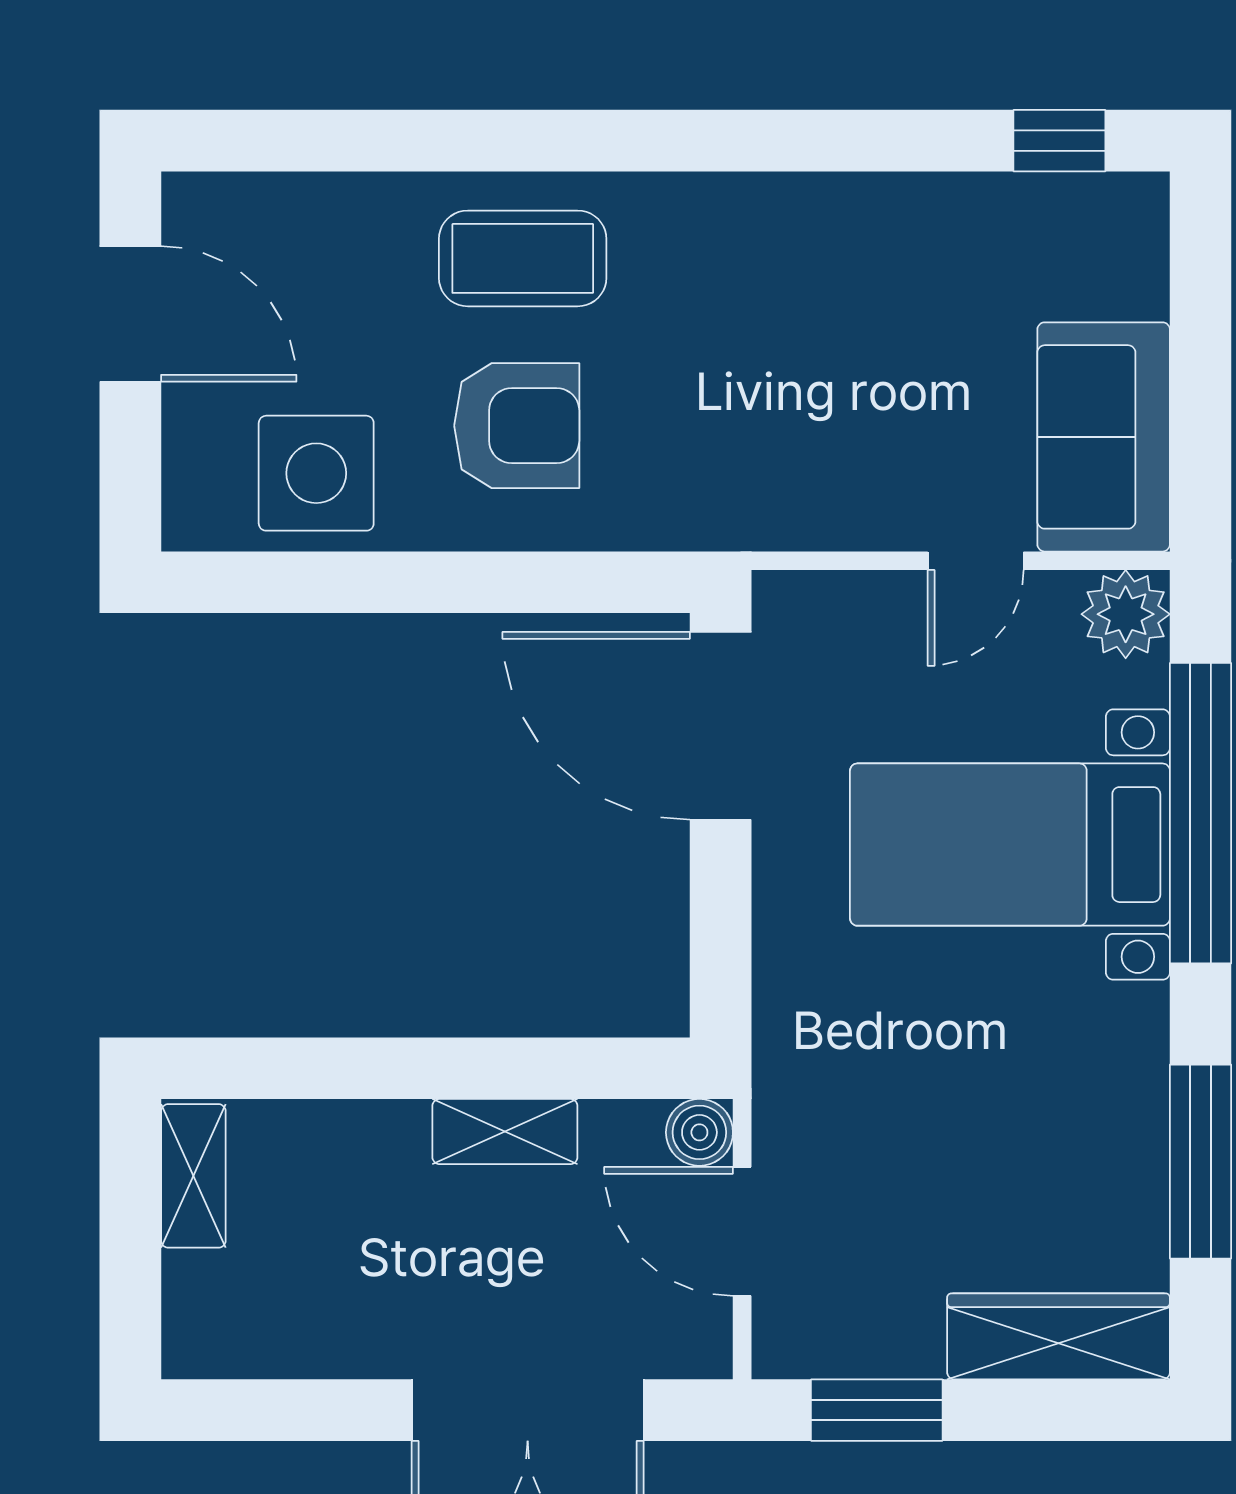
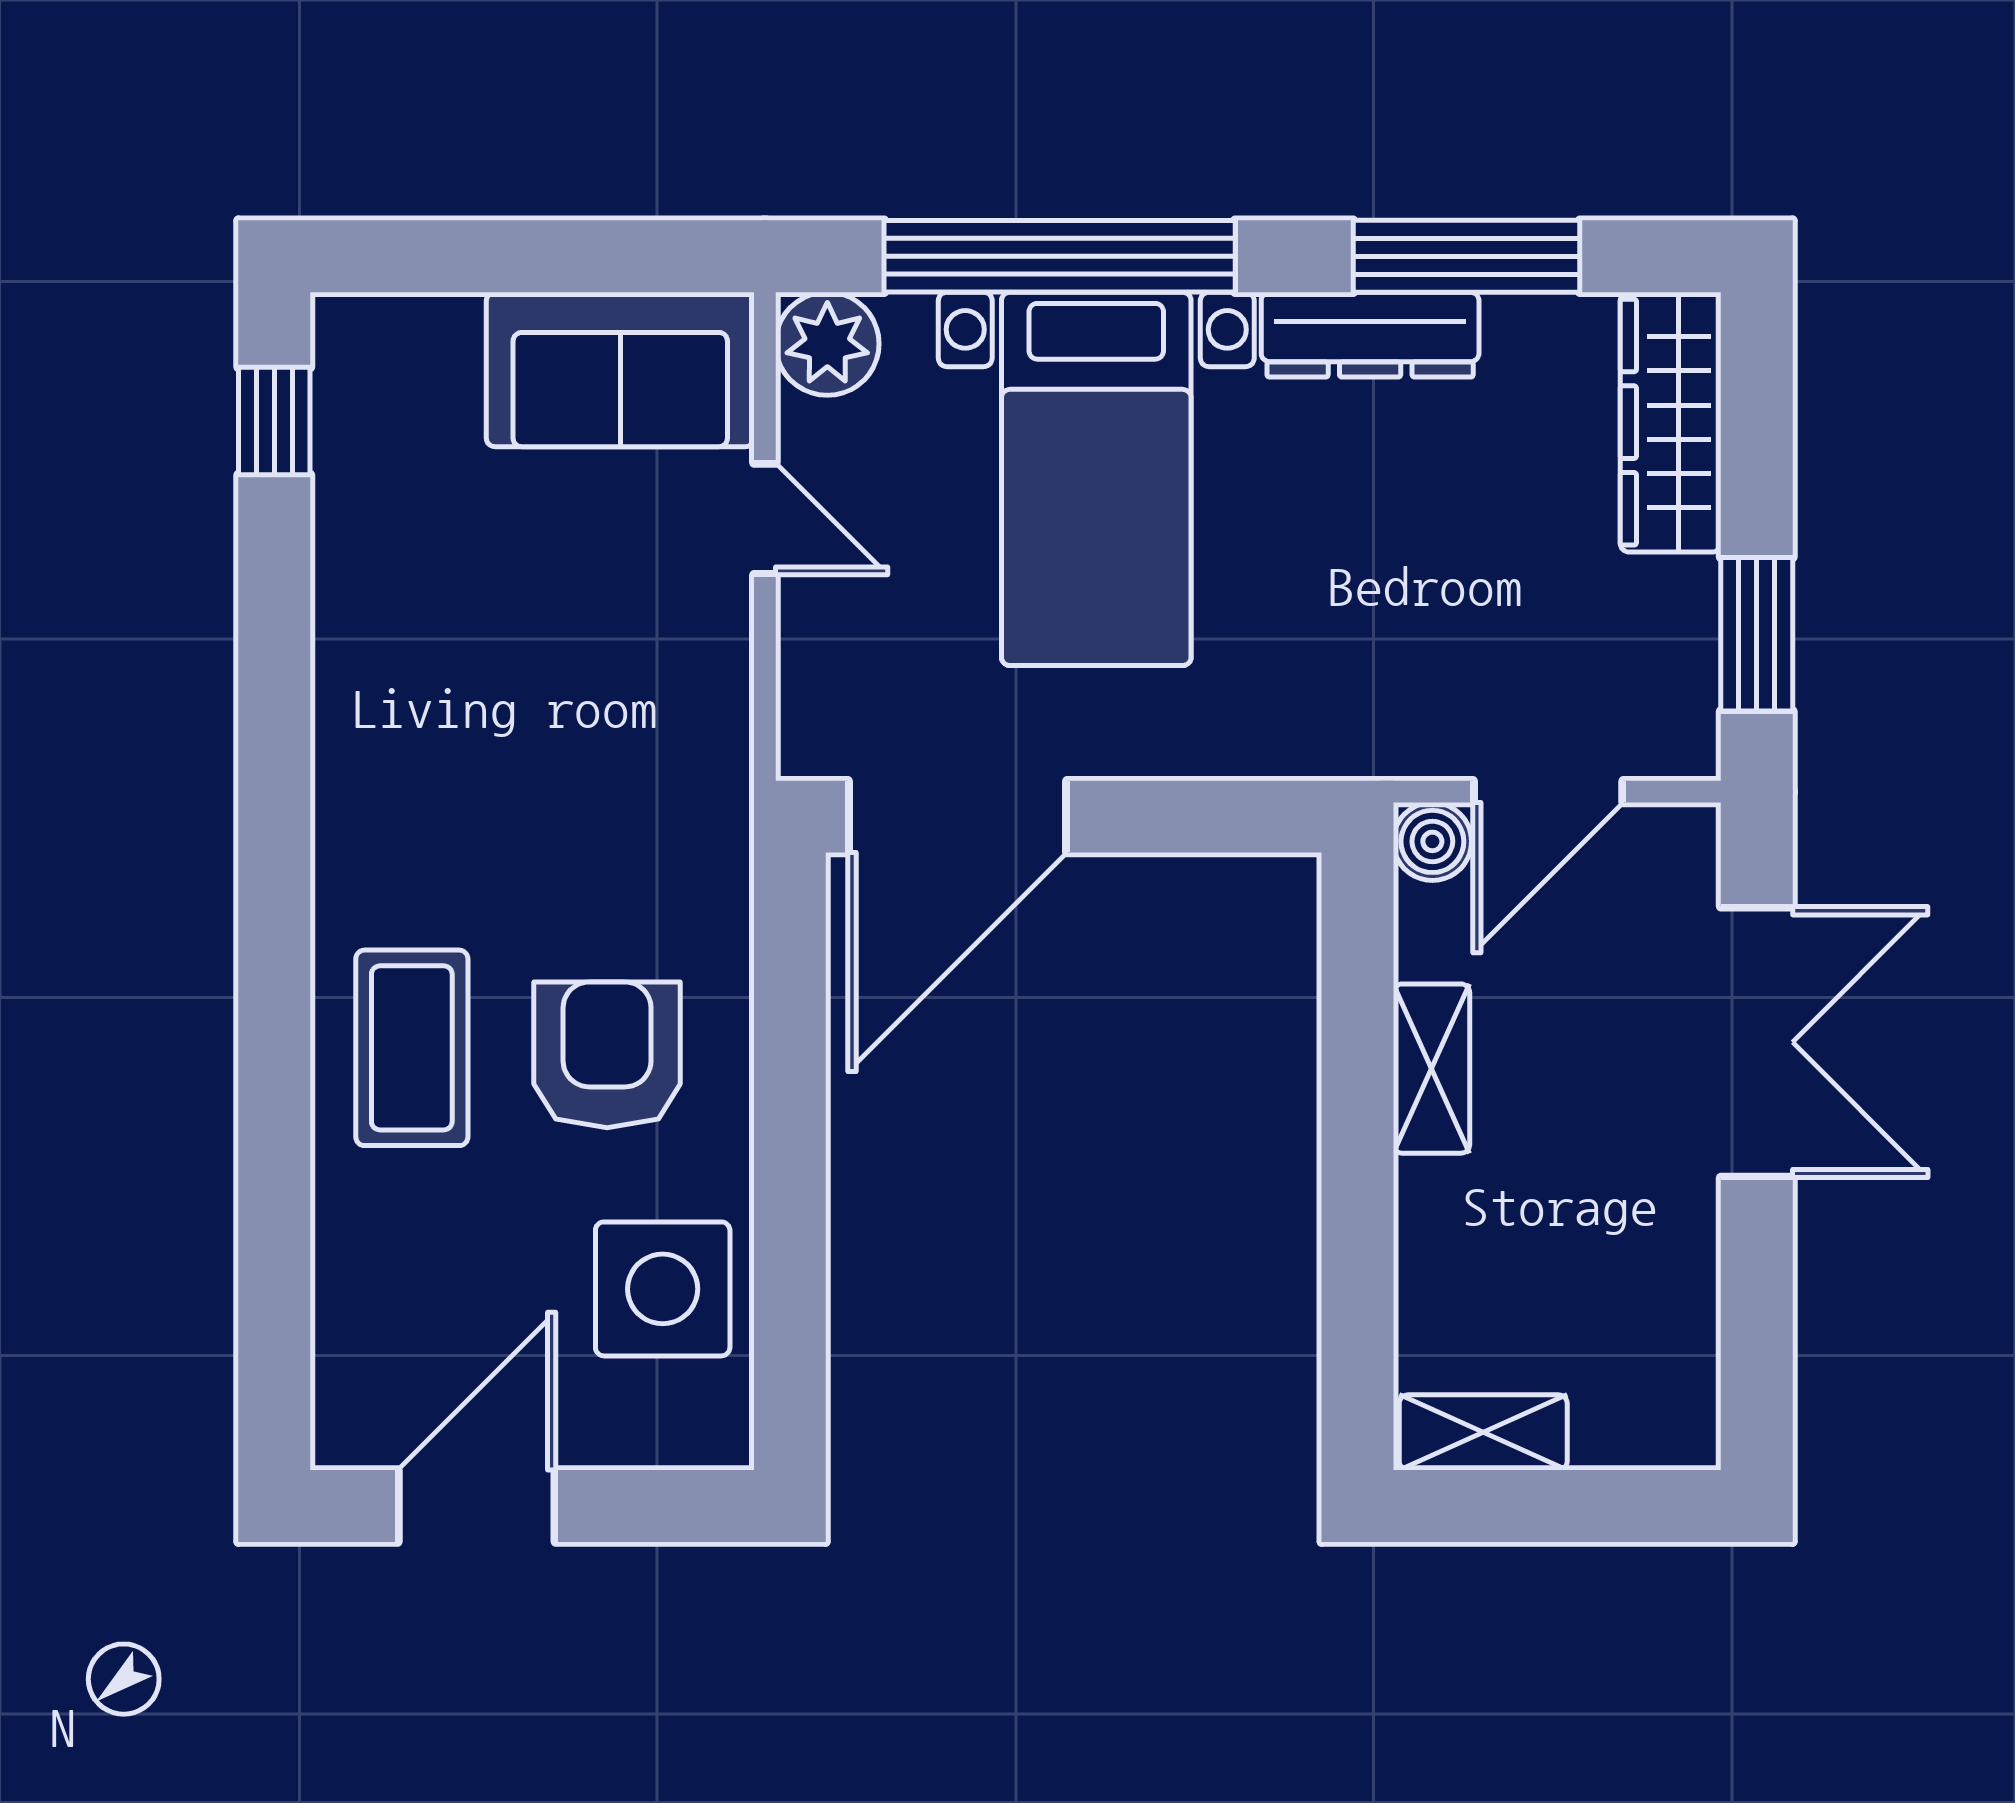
dresser: (1133, 1079) -> (1370, 335), added

